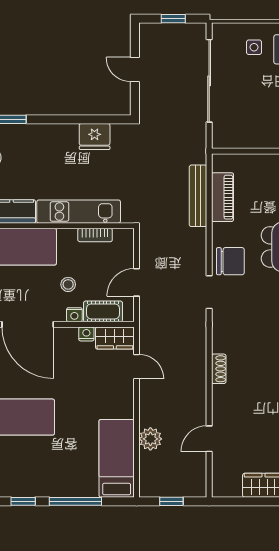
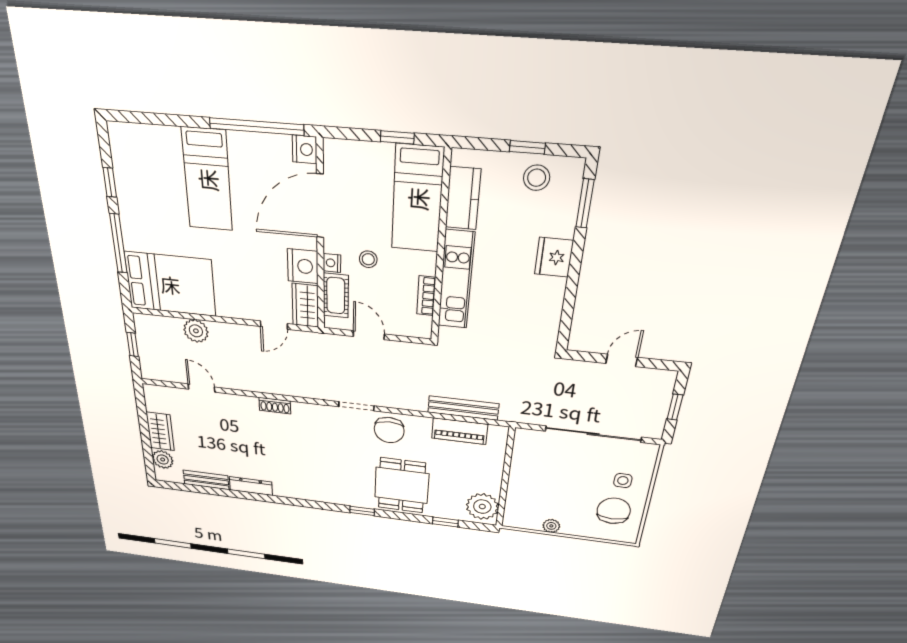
fridge: (95, 136) -> (554, 257), moved
nightstand: (86, 334) -> (303, 266), width x1.89, depth x1.79
bed: (117, 458) -> (170, 284), width x1.50

